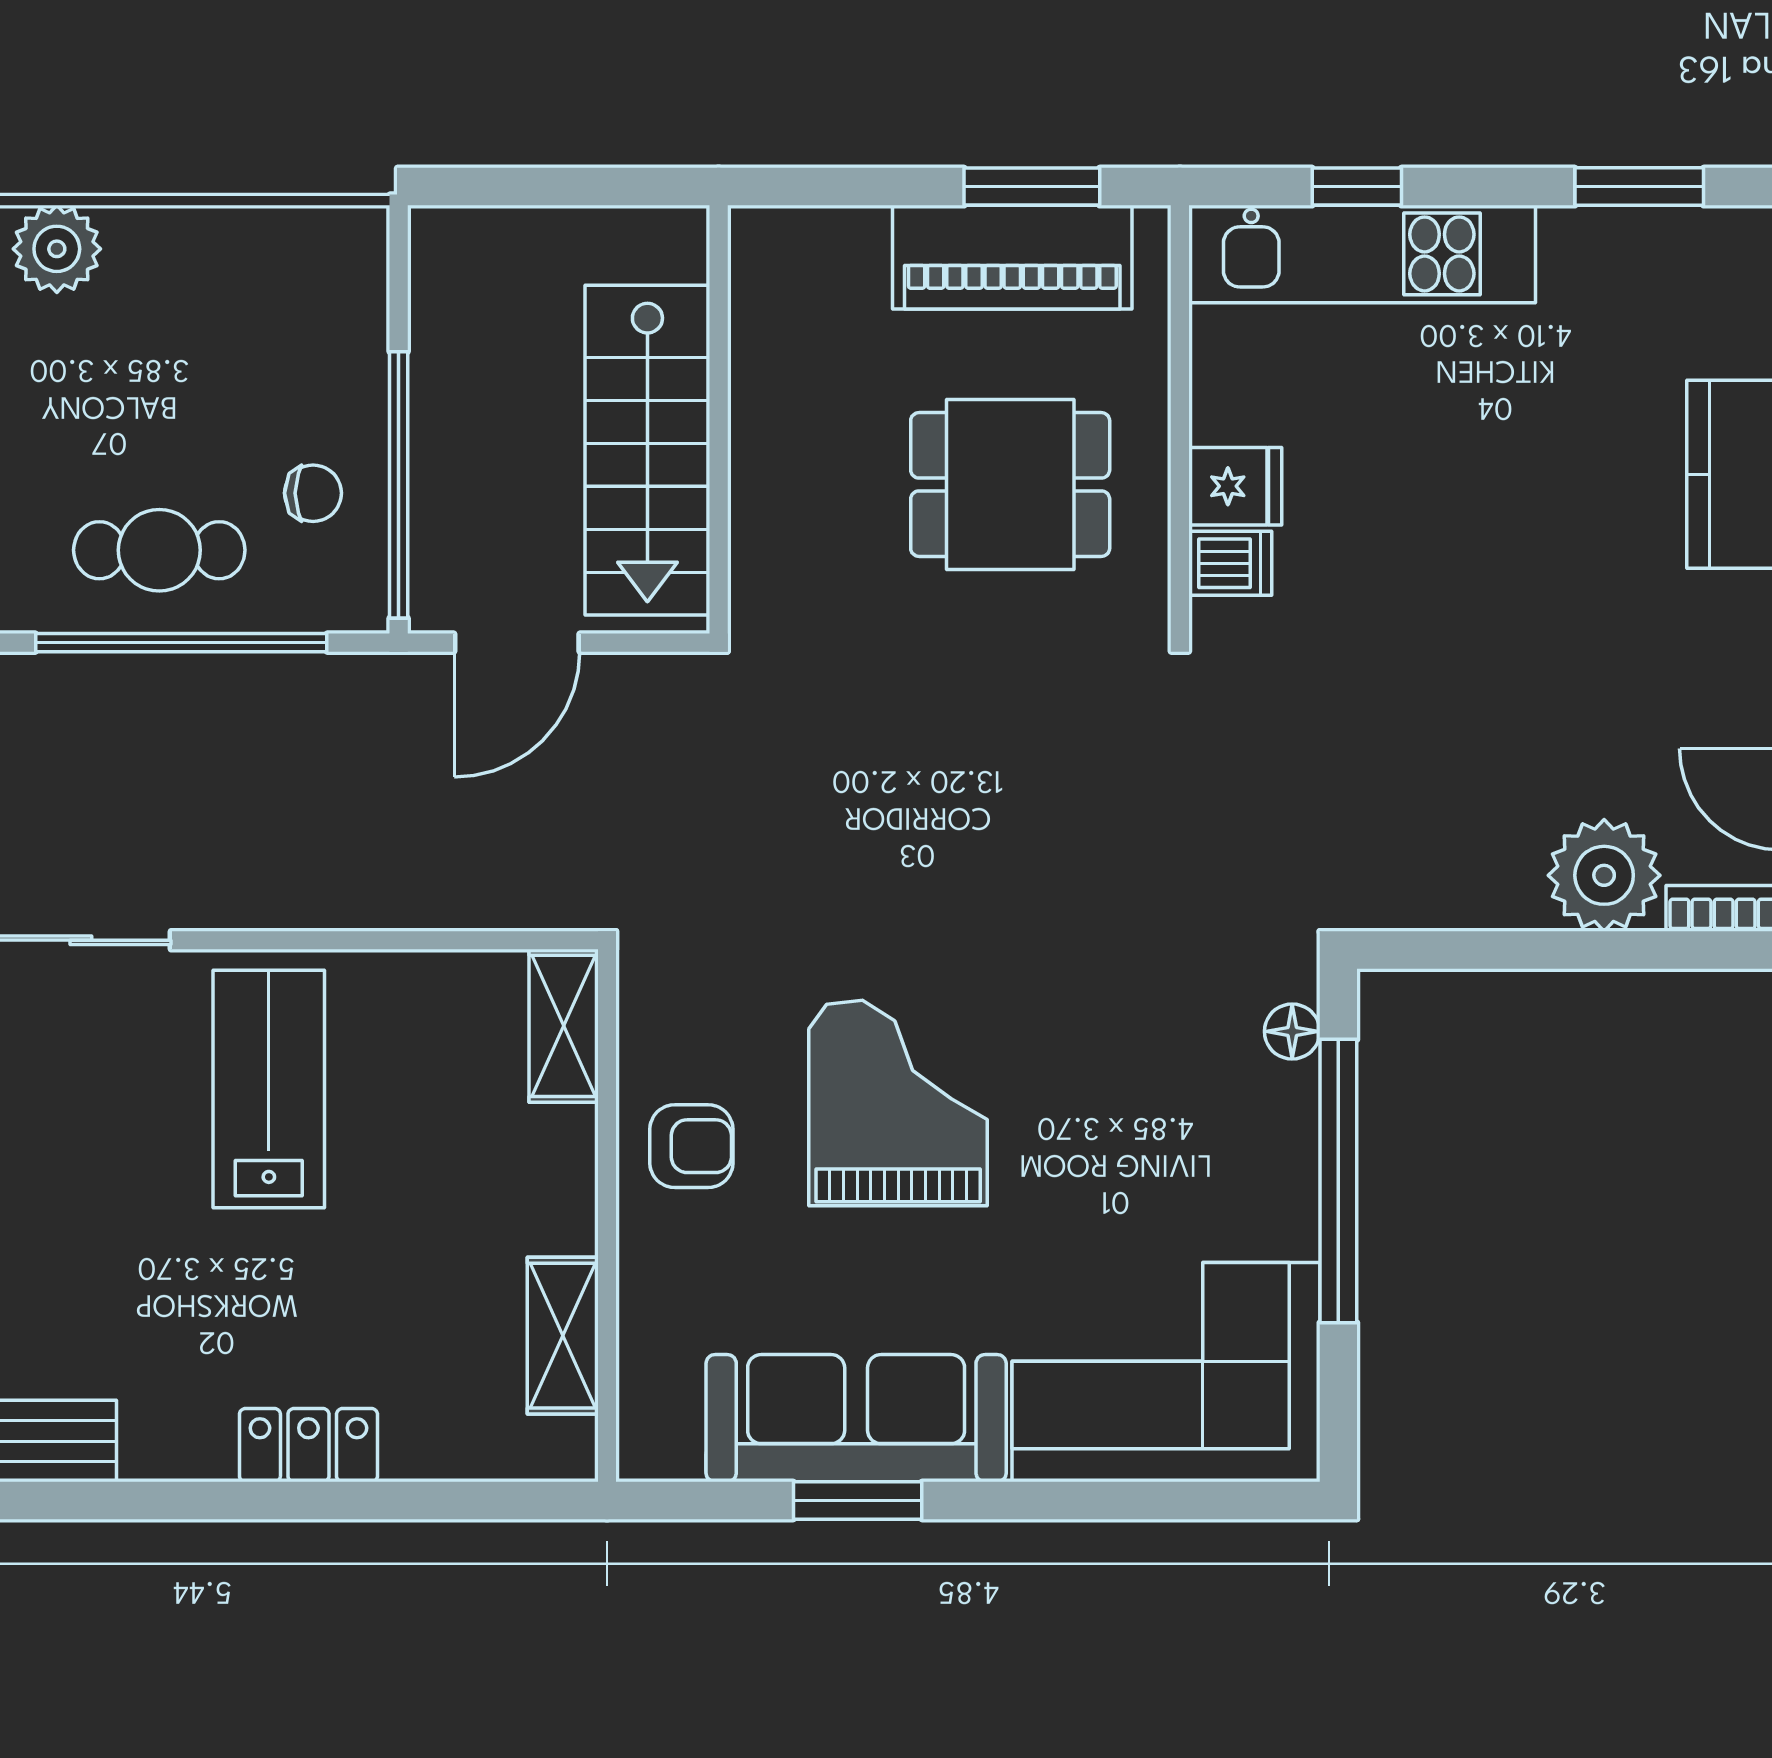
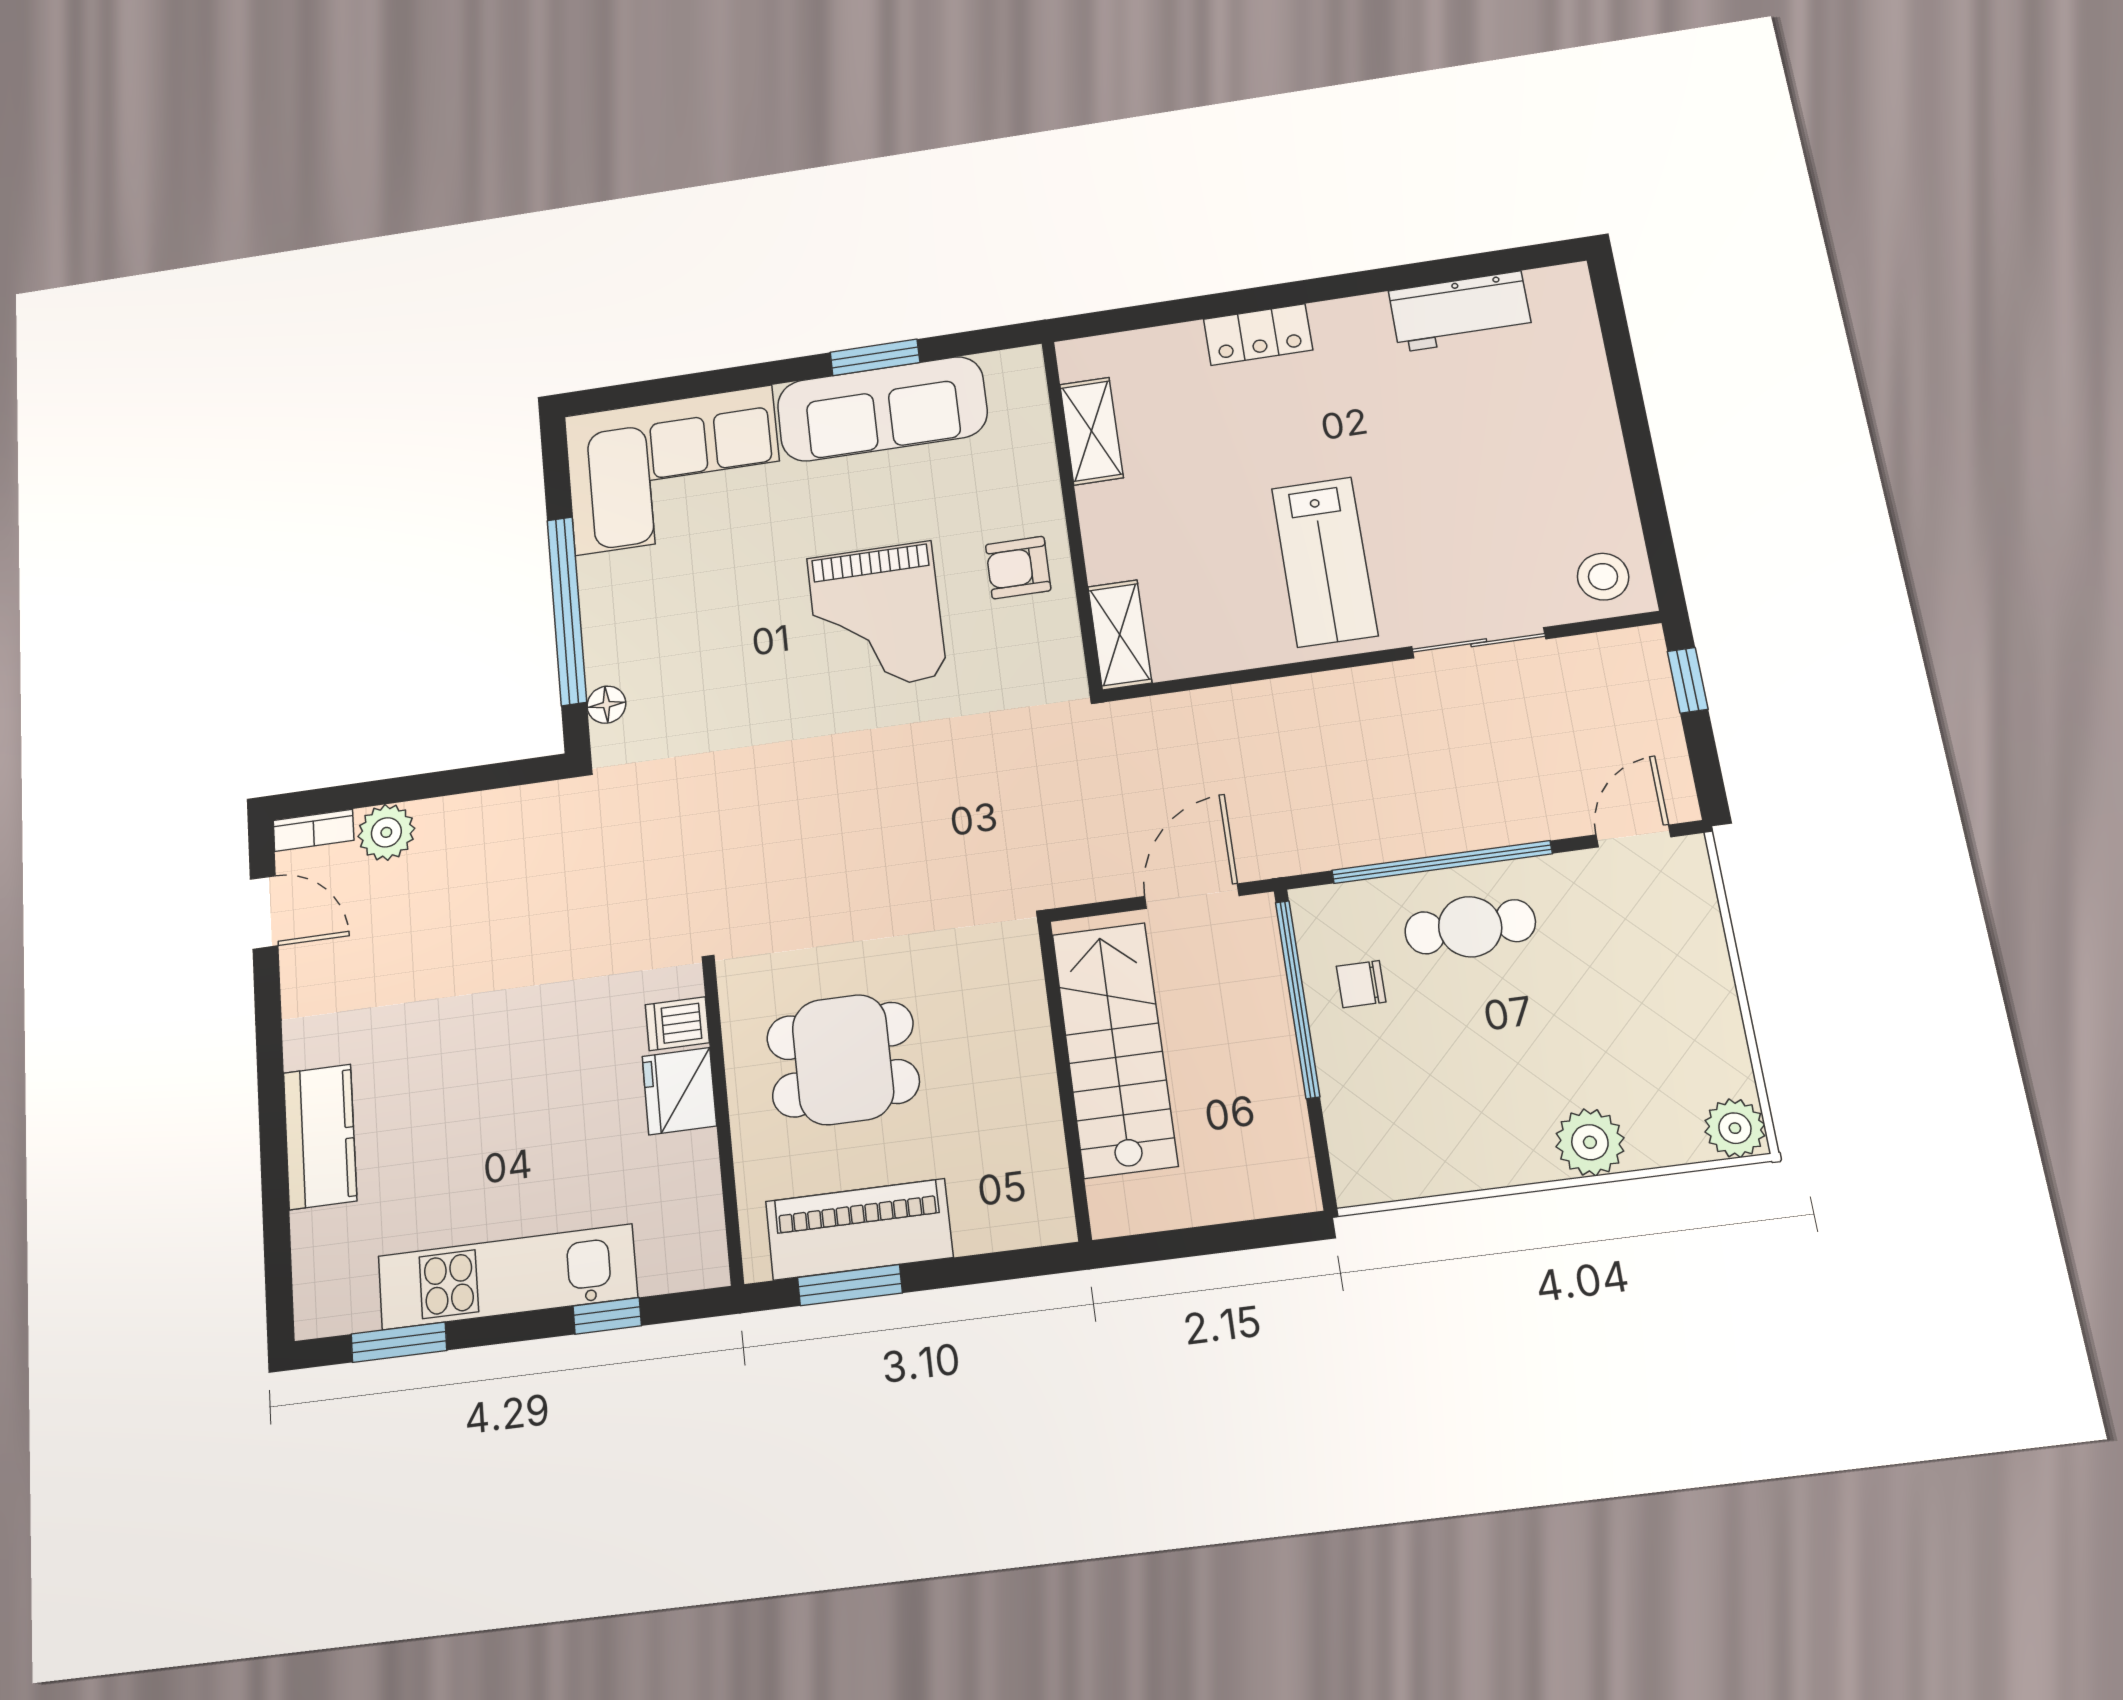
kitchen unit: (1362, 254) -> (507, 1277), moved
fridge: (1235, 486) -> (679, 1091), width x1.38
plant: (1604, 875) -> (386, 832), width x0.73, depth x0.73

